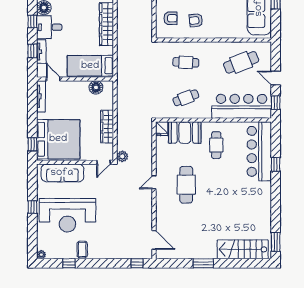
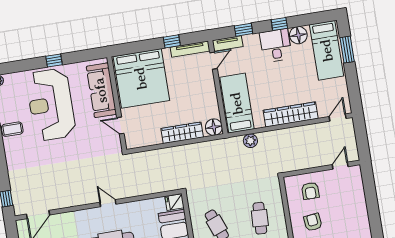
tv unit: (41, 52) -> (228, 43), moved
floor lamp: (96, 87) -> (214, 127), moved
wardrobe: (107, 127) -> (182, 133), moved
window: (32, 144) -> (172, 41), moved
plant: (122, 156) -> (250, 141), moved
door: (104, 162) -> (120, 126), moved

